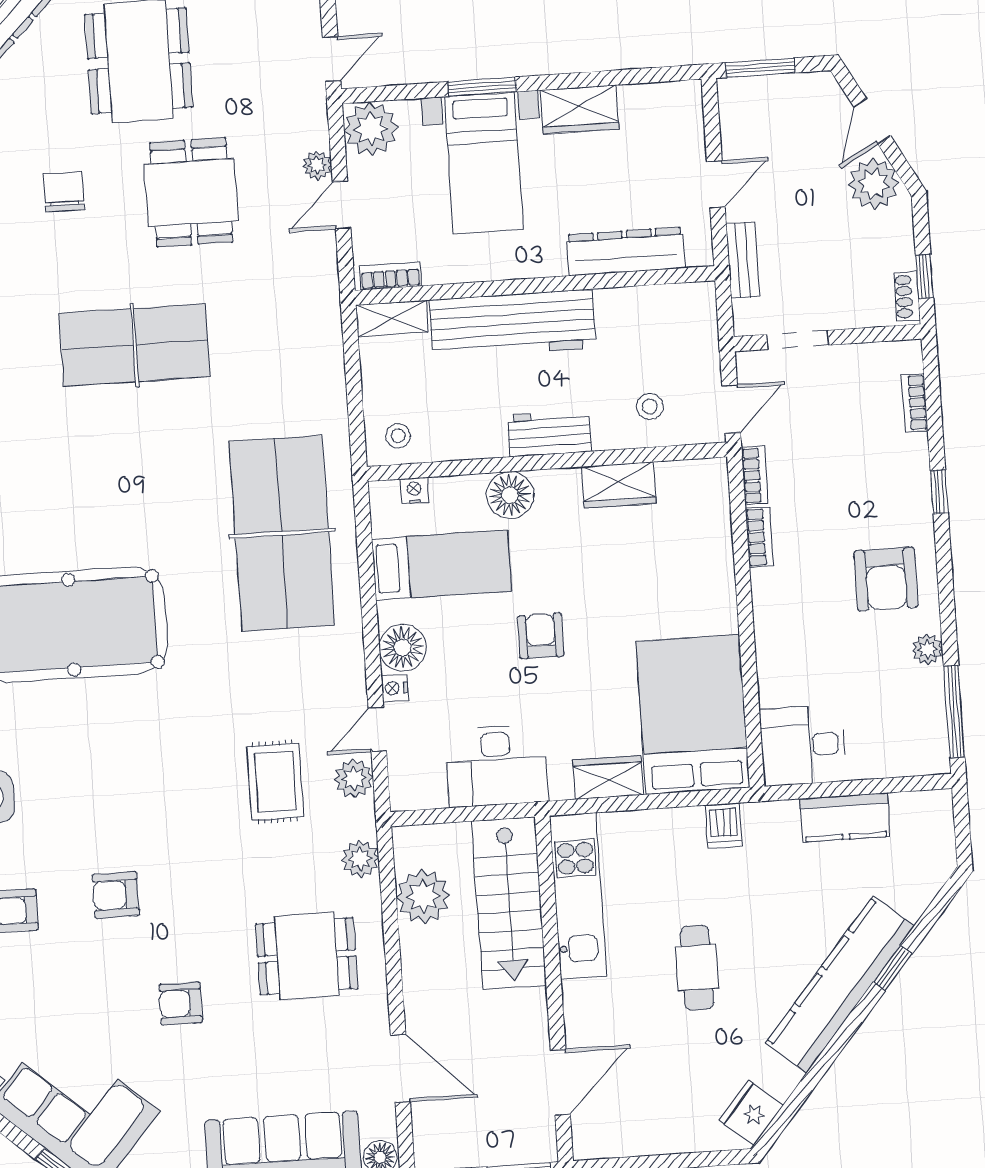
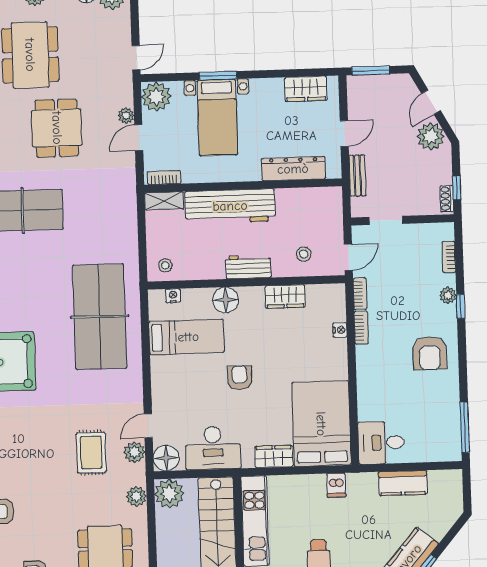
wardrobe: (580, 110) -> (306, 89), moved
floor lamp: (403, 648) -> (166, 458), moved
plant: (927, 649) -> (448, 295), moved
nightstand: (394, 688) -> (340, 330), moved, turned 180
plant: (423, 896) -> (169, 494), moved

